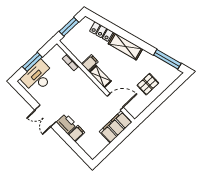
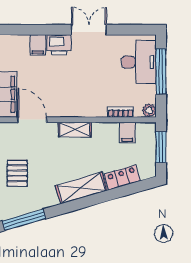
plant: (57, 50) -> (149, 110), added
window: (32, 62) -> (161, 71), width x1.44
filing cabinet: (90, 63) -> (127, 133), moved
door: (115, 102) -> (32, 120), swing flipped

